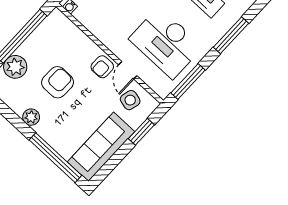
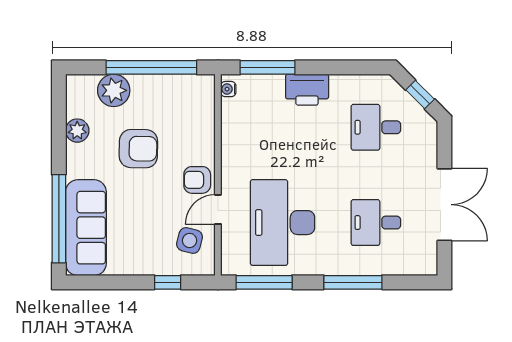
plant: (31, 117) -> (77, 131), moved
window: (141, 132) -> (168, 282), width x0.67
sofa: (101, 147) -> (86, 228), moved, turned 90

